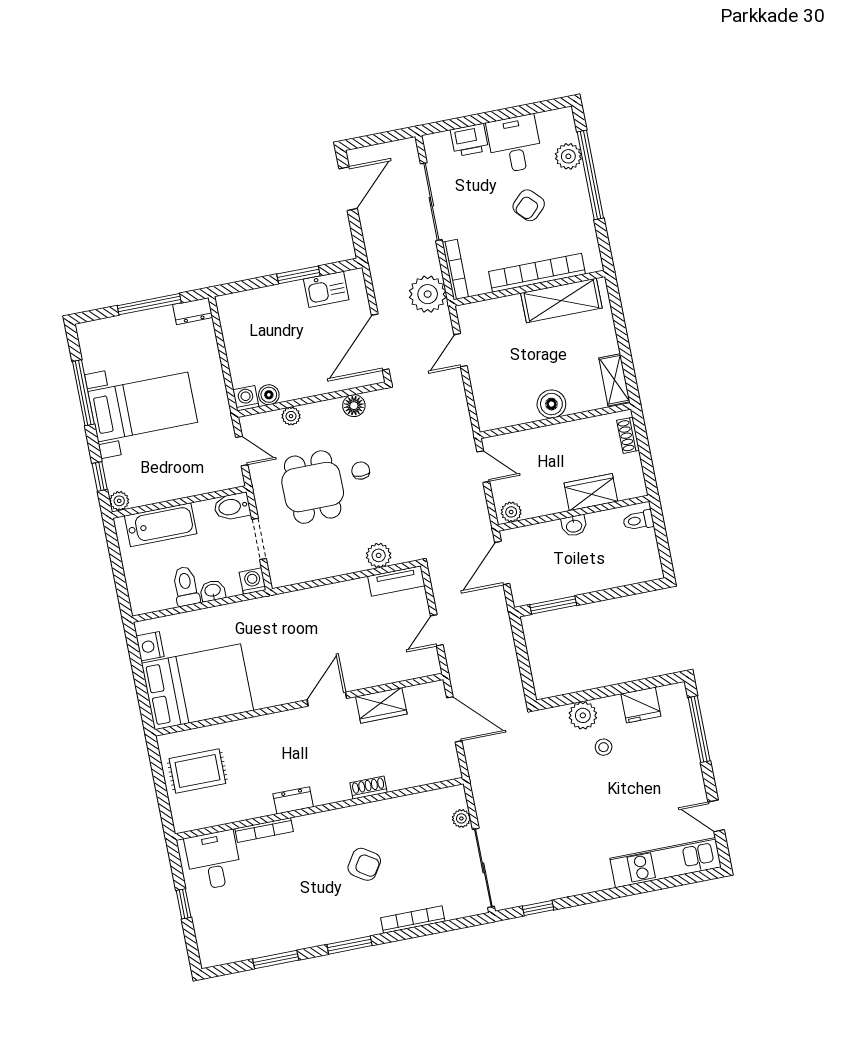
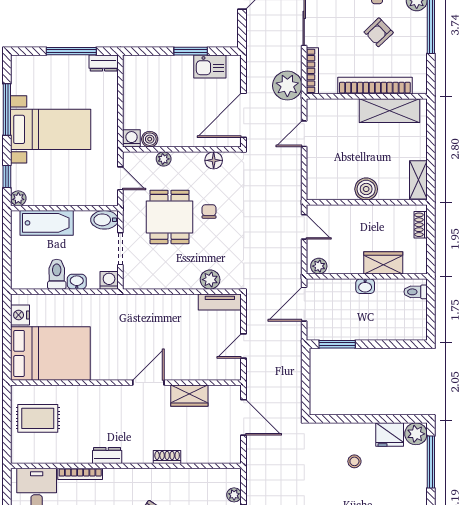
plant: (583, 715) -> (416, 434), moved

